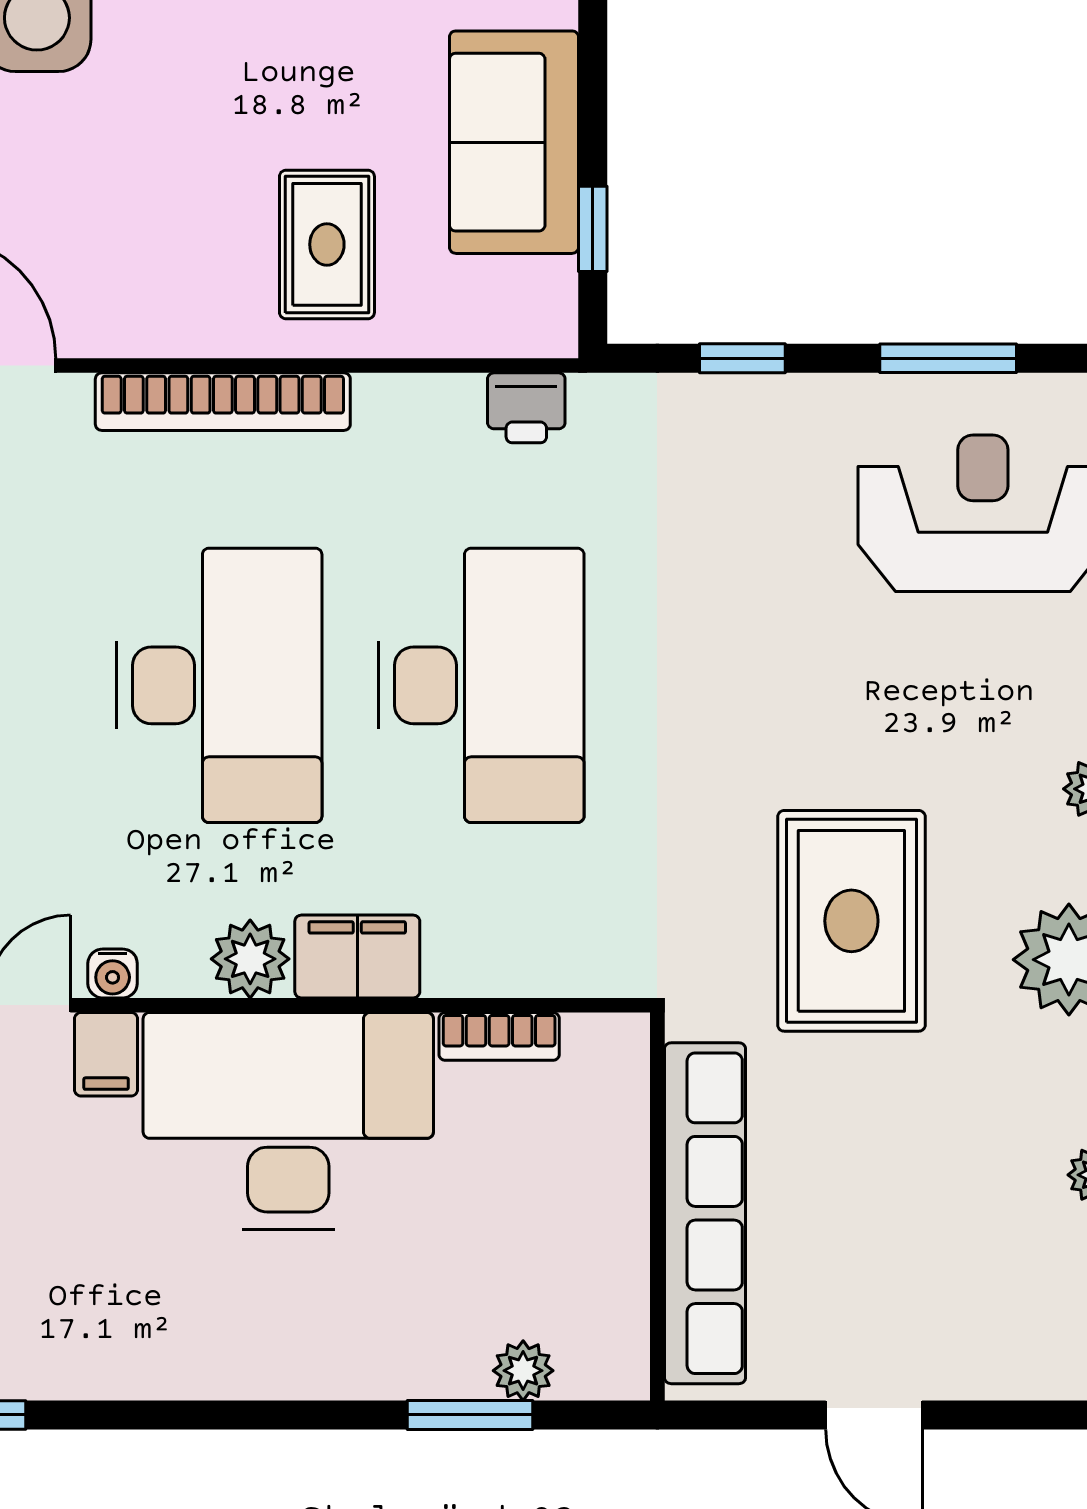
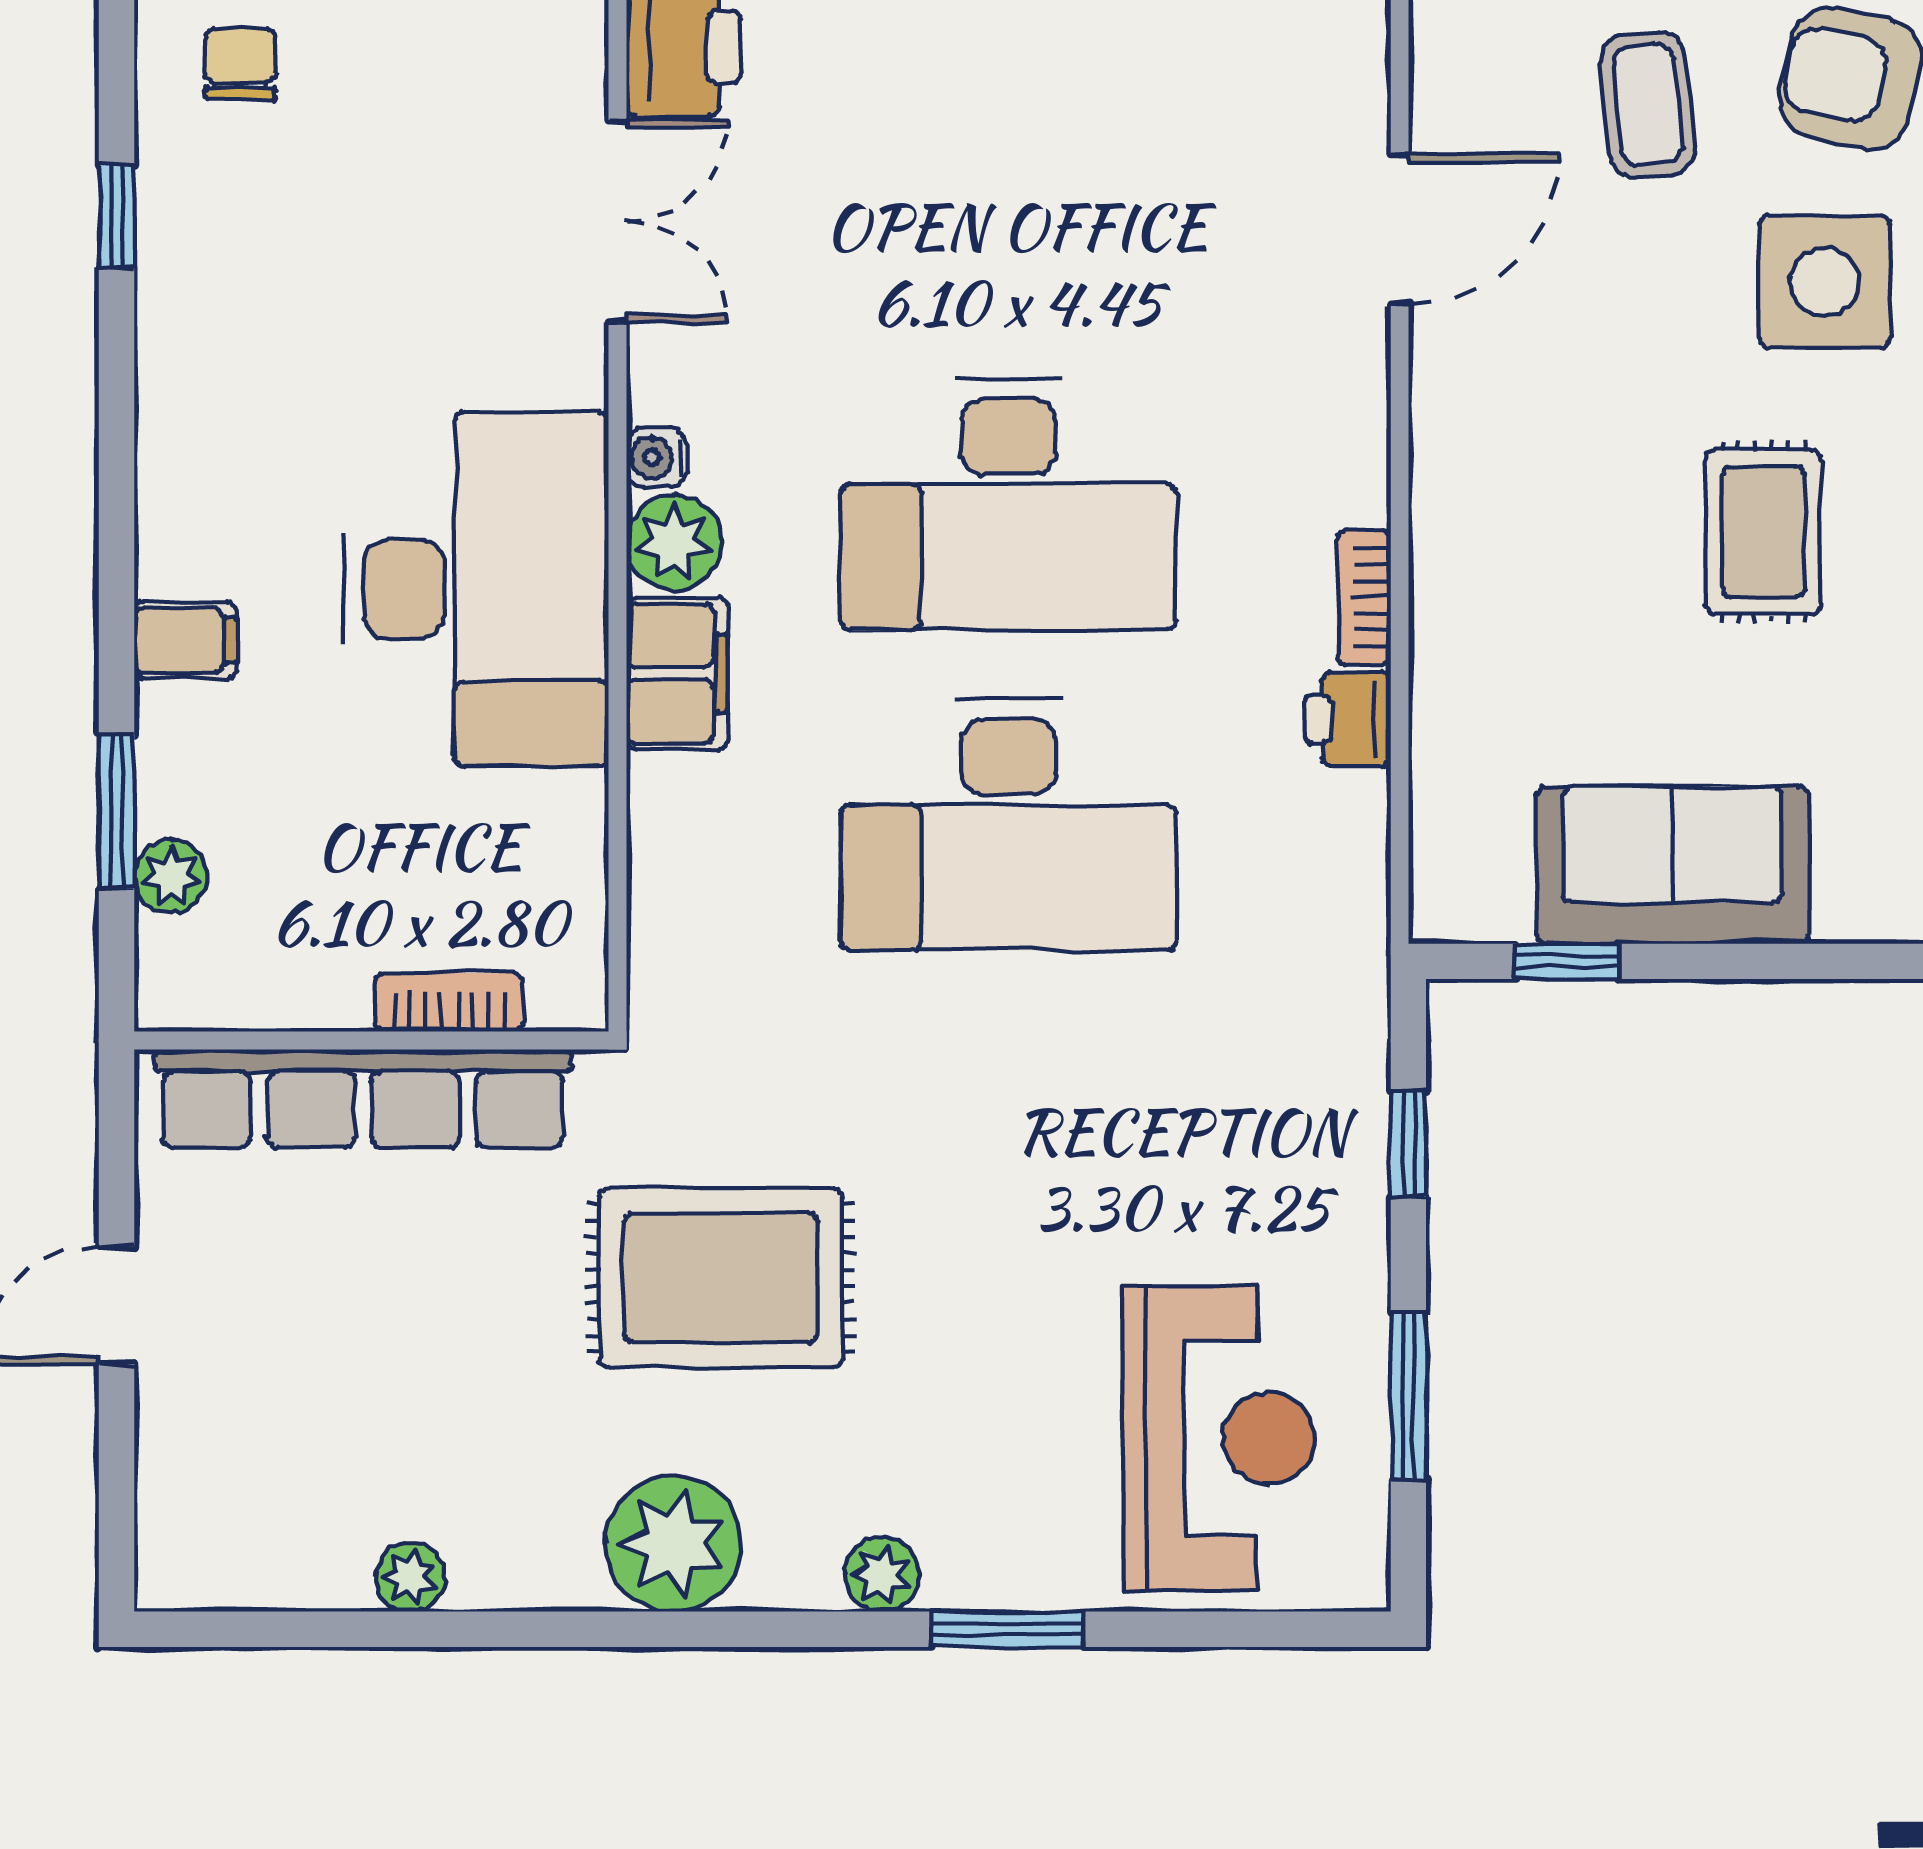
rug: (327, 244) -> (1763, 532), moved, turned 90
bookcase: (223, 402) -> (1364, 598), width x0.43, depth x0.76
printer: (526, 408) -> (1348, 719), moved
water cooler: (113, 973) -> (656, 458), moved
bookcase: (499, 1036) -> (449, 1002), moved, turned 90
filing cabinet: (106, 1054) -> (185, 640), moved, turned 180

